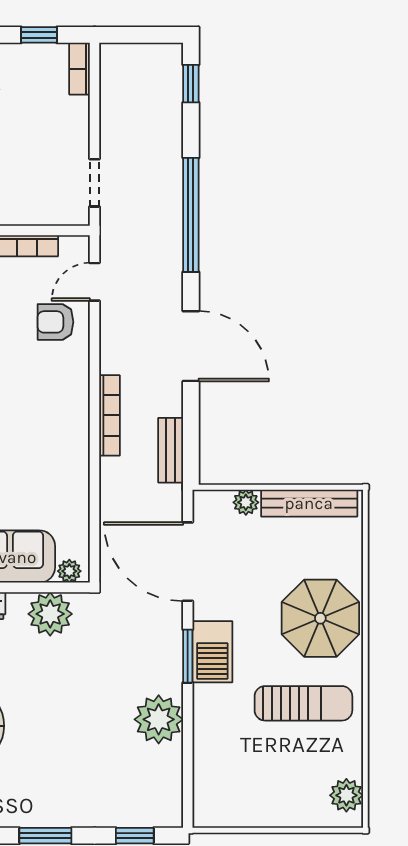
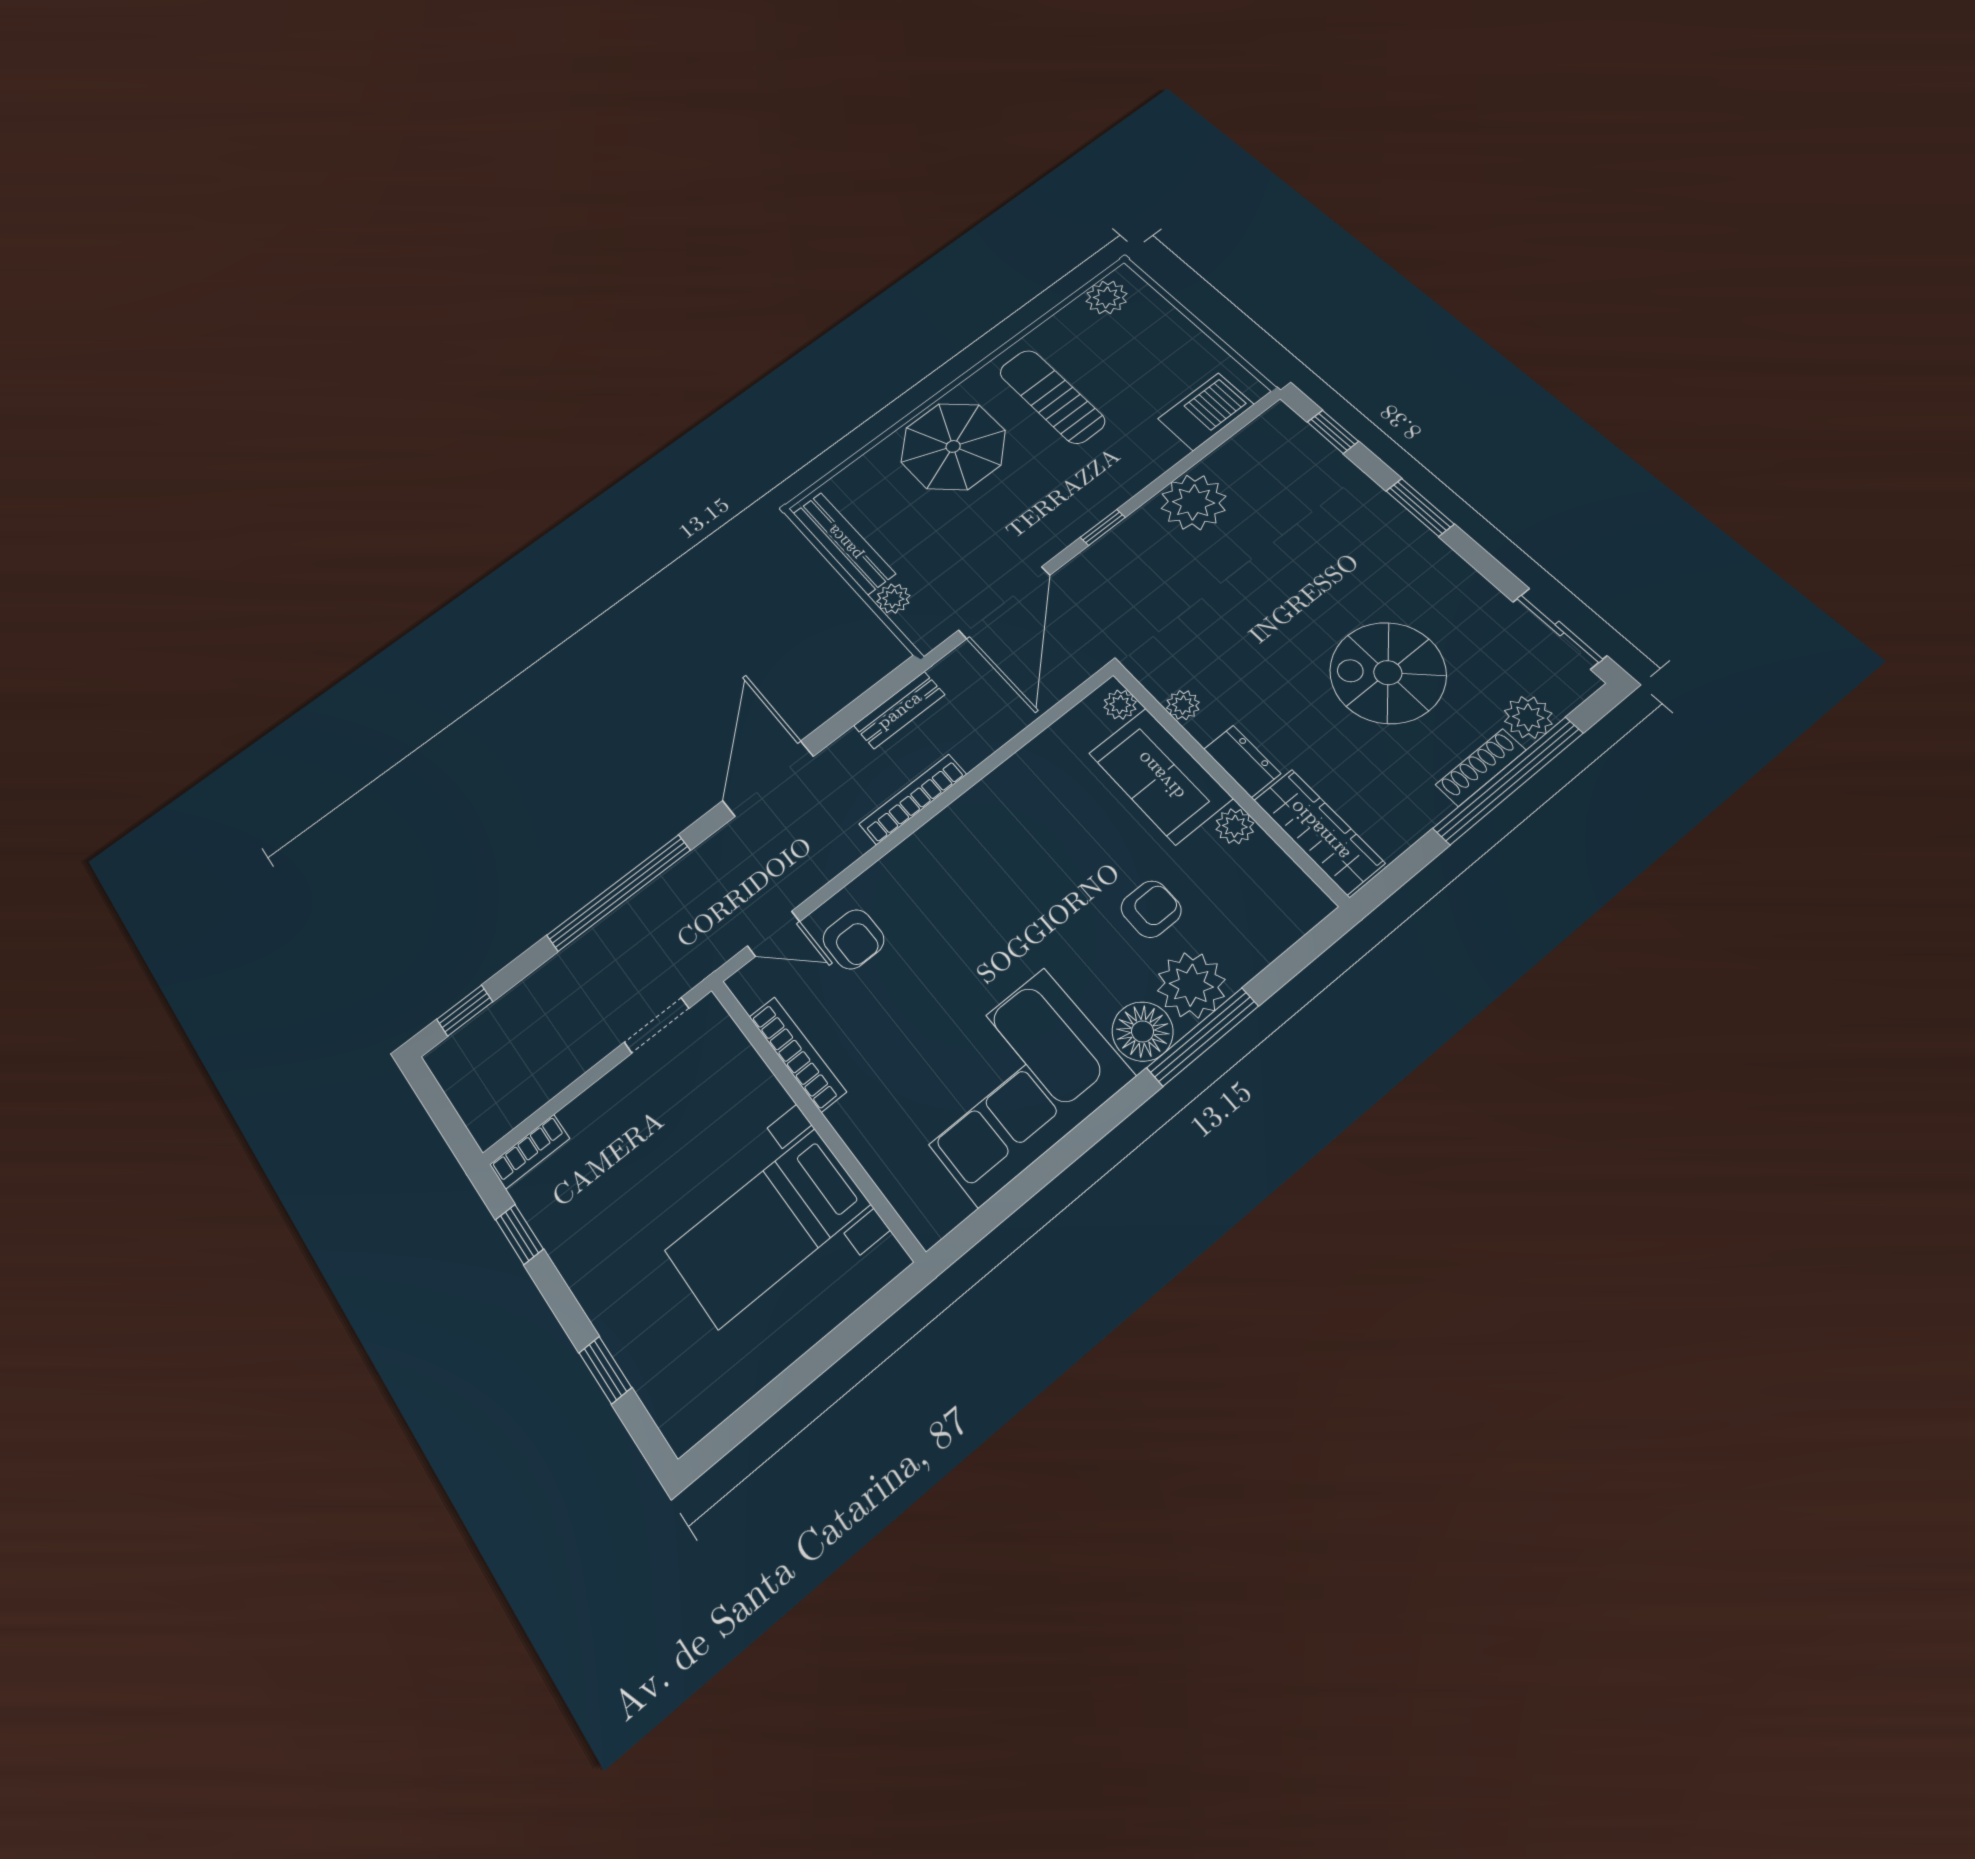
plant: (50, 614) -> (1183, 705), width x0.53, depth x0.53
barbecue: (212, 652) -> (1206, 412), moved
window: (188, 656) -> (1103, 527), width x0.67

